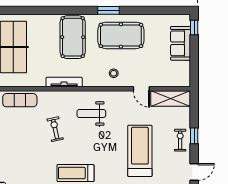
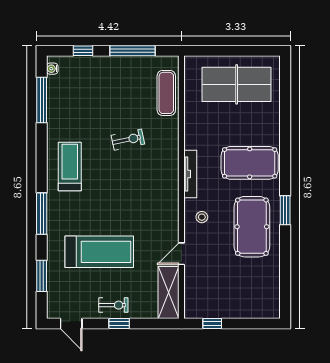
window: (194, 28) -> (212, 324), moved
sofa: (181, 43) -> (241, 306), removed
tv unit: (64, 82) -> (190, 174), moved
weight bench: (91, 114) -> (149, 187), removed

